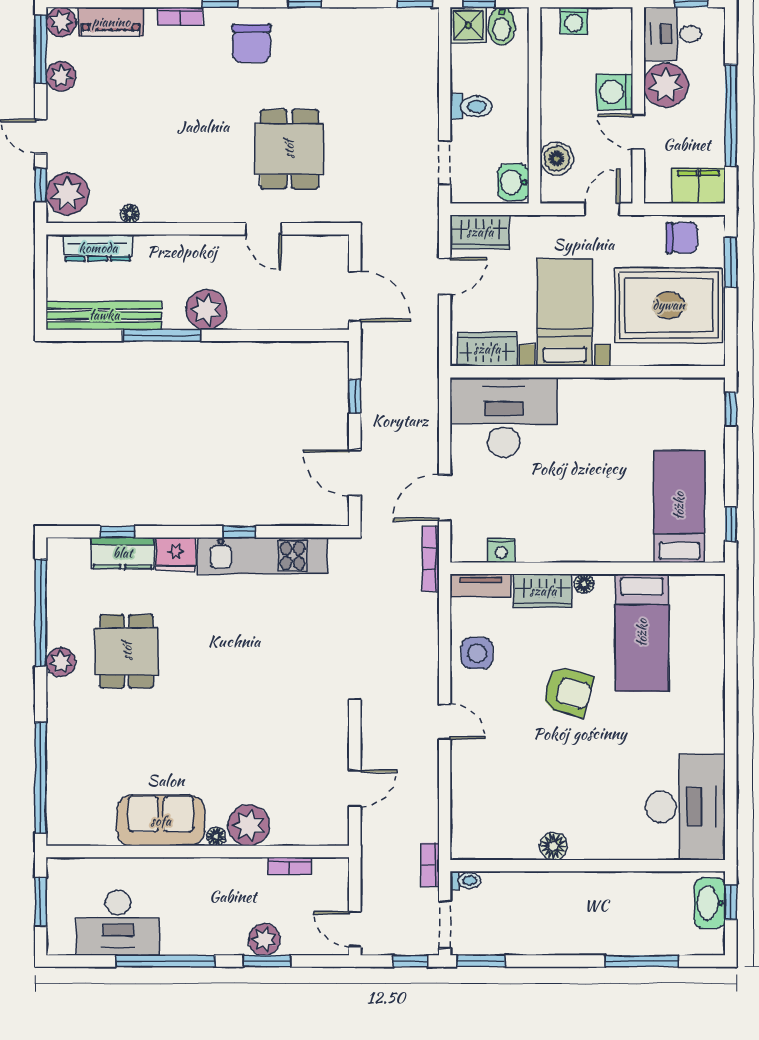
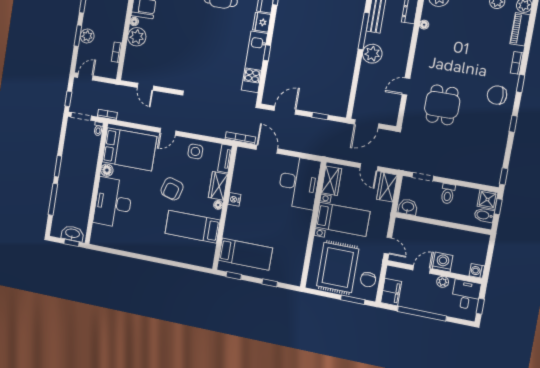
washing machine: (574, 21) -> (477, 271), moved
plant: (666, 85) -> (443, 282), width x0.53, depth x0.53
dining table: (289, 149) -> (442, 105), turned 90
boiler: (557, 159) -> (416, 229), removed
window: (731, 409) -> (270, 283), moved
nightstand: (501, 550) -> (234, 199), moved
bed: (498, 802) -> (129, 149), added
desk: (685, 807) -> (113, 203), moved, turned 90
window: (481, 961) -> (58, 166), moved

